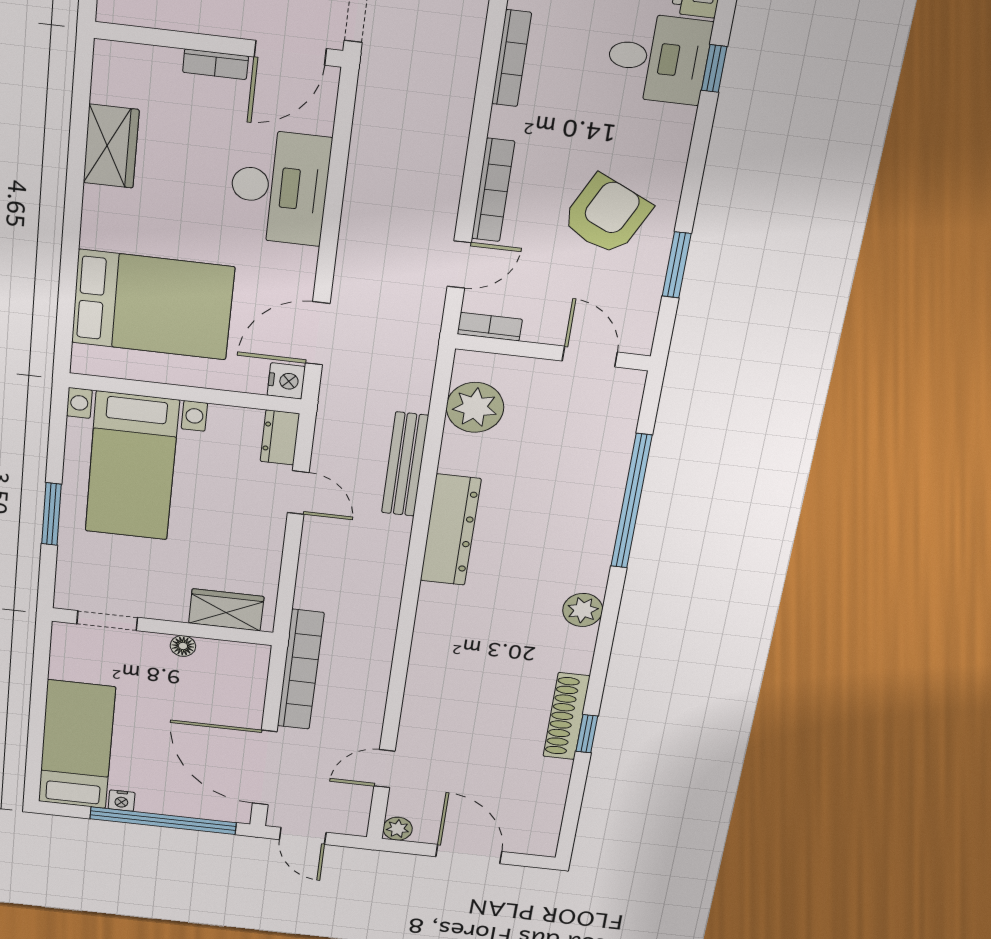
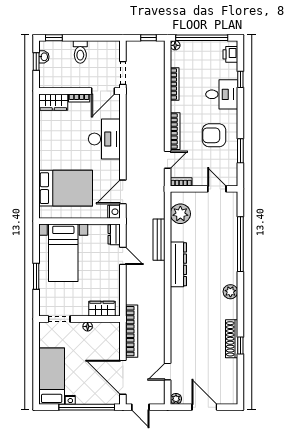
desk: (658, 58) -> (222, 94), moved
wardrobe: (111, 146) -> (53, 102), moved, turned 90
armchair: (607, 215) -> (214, 135), turned -116

